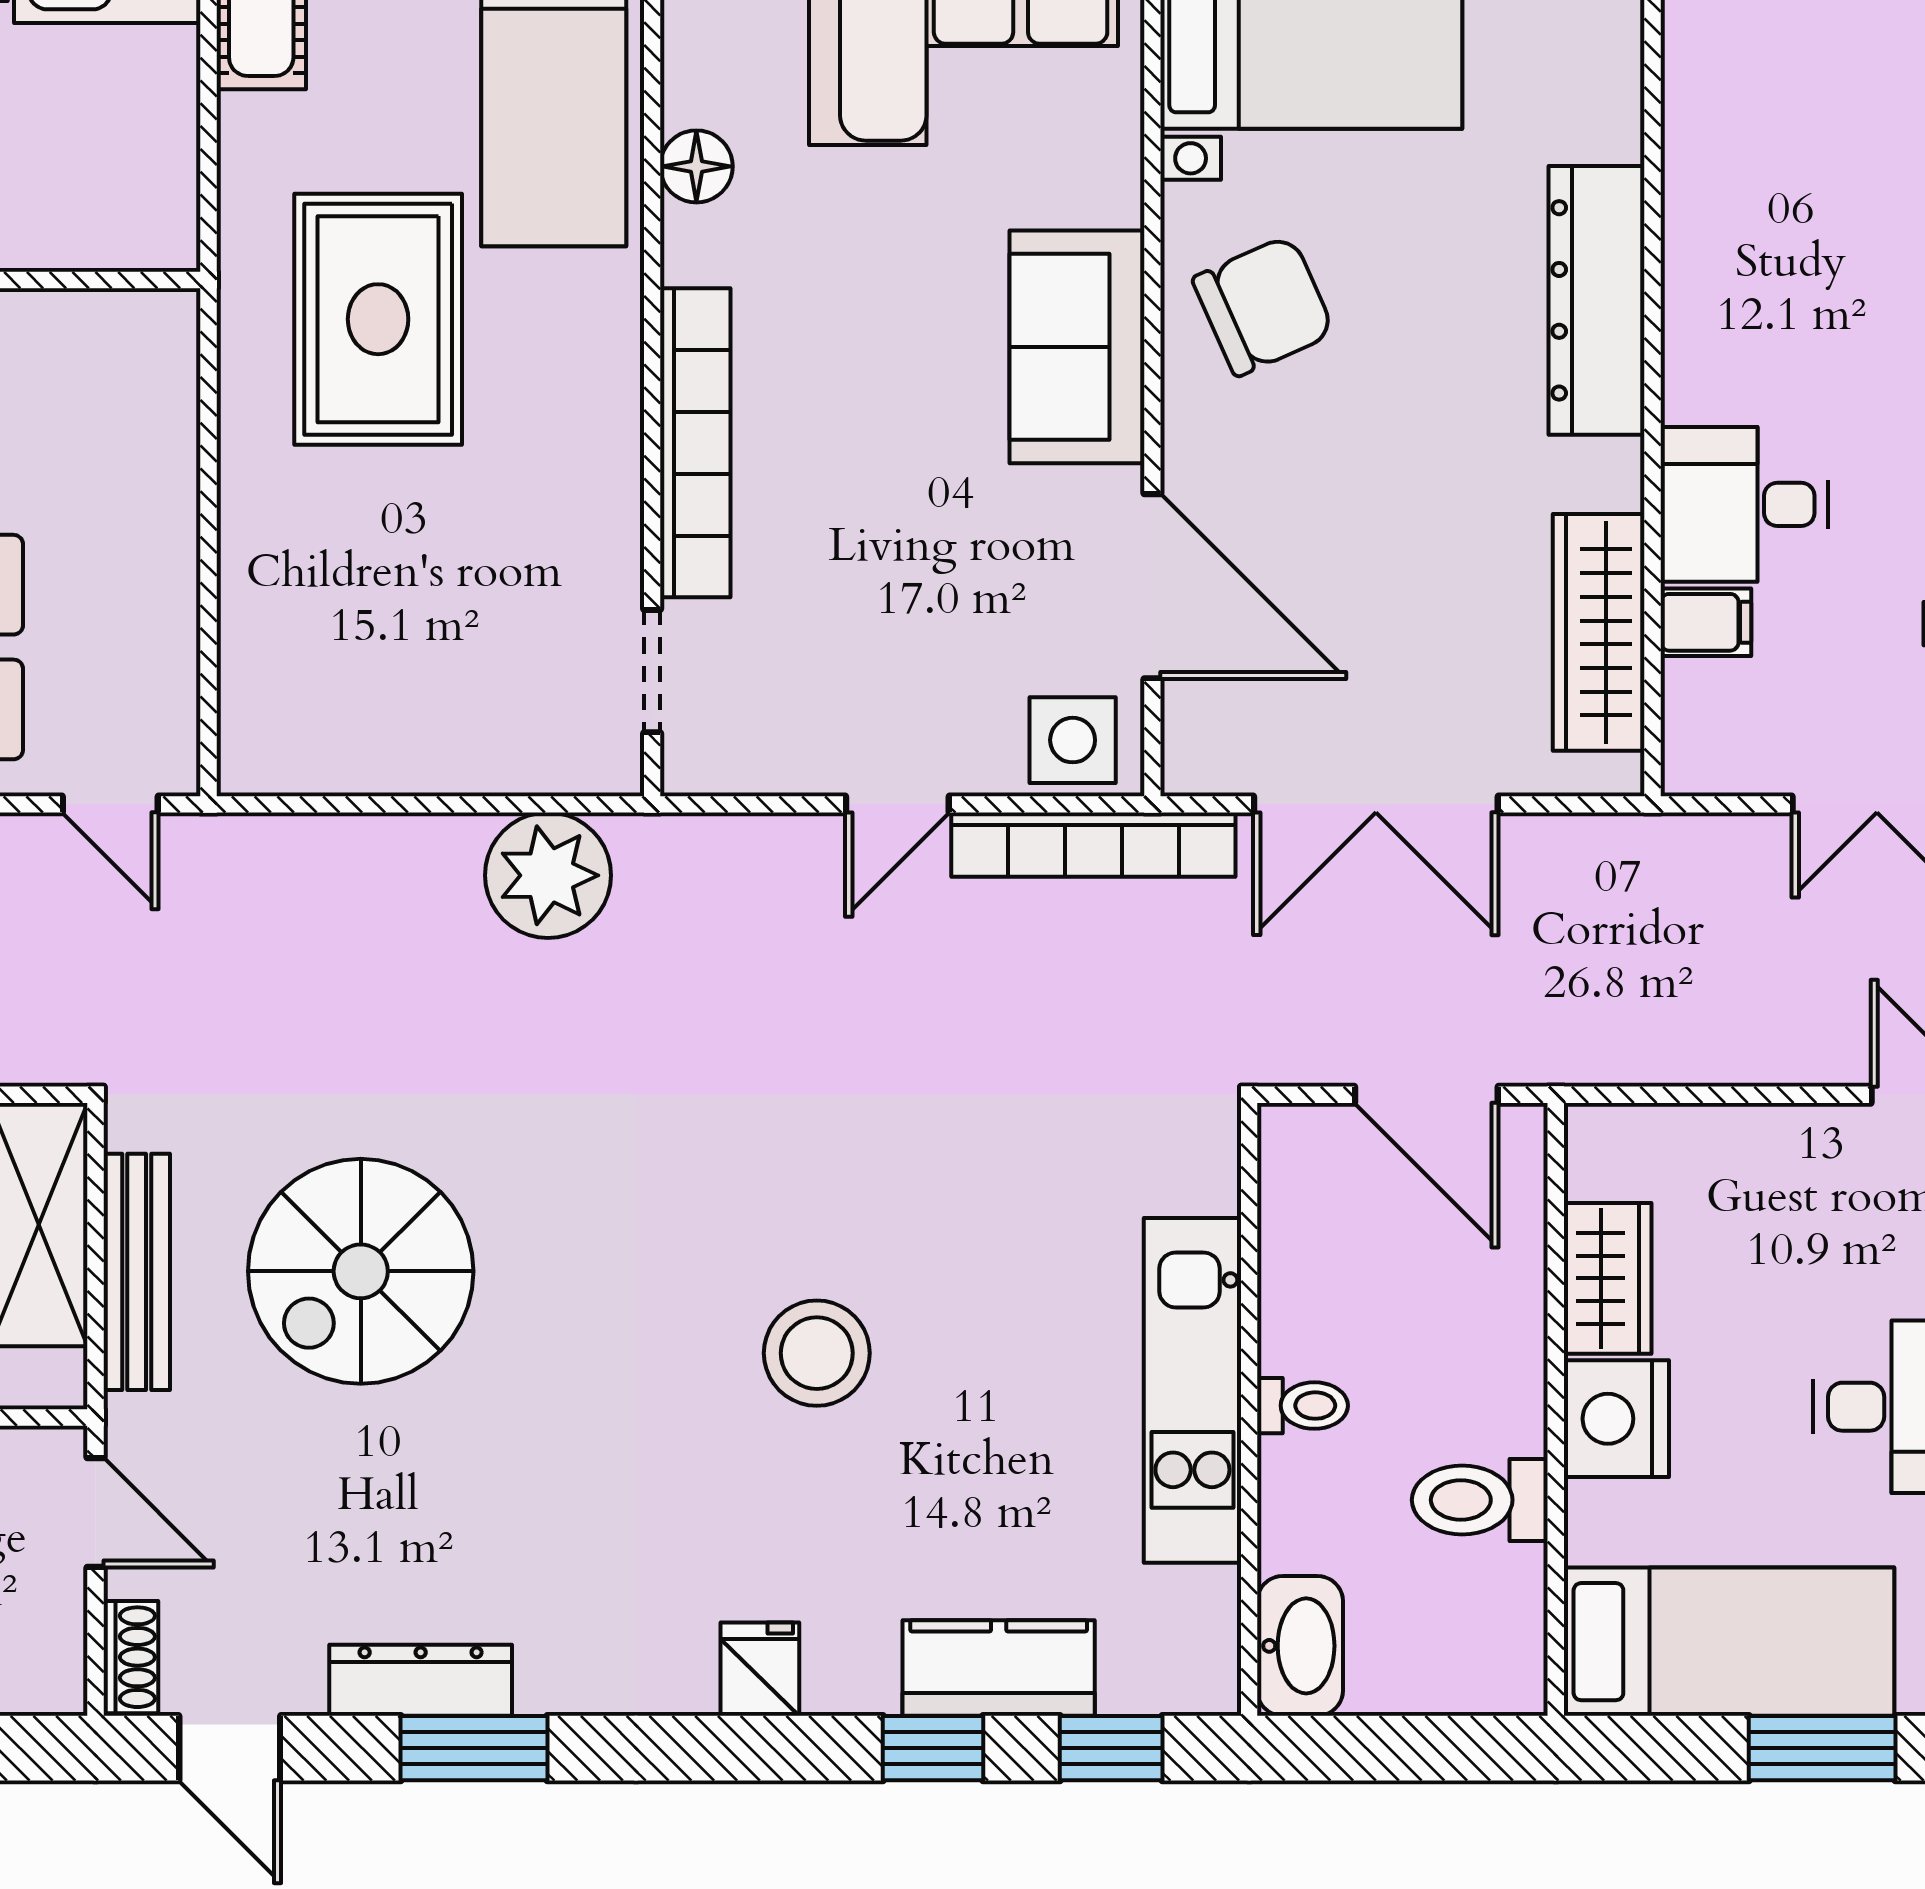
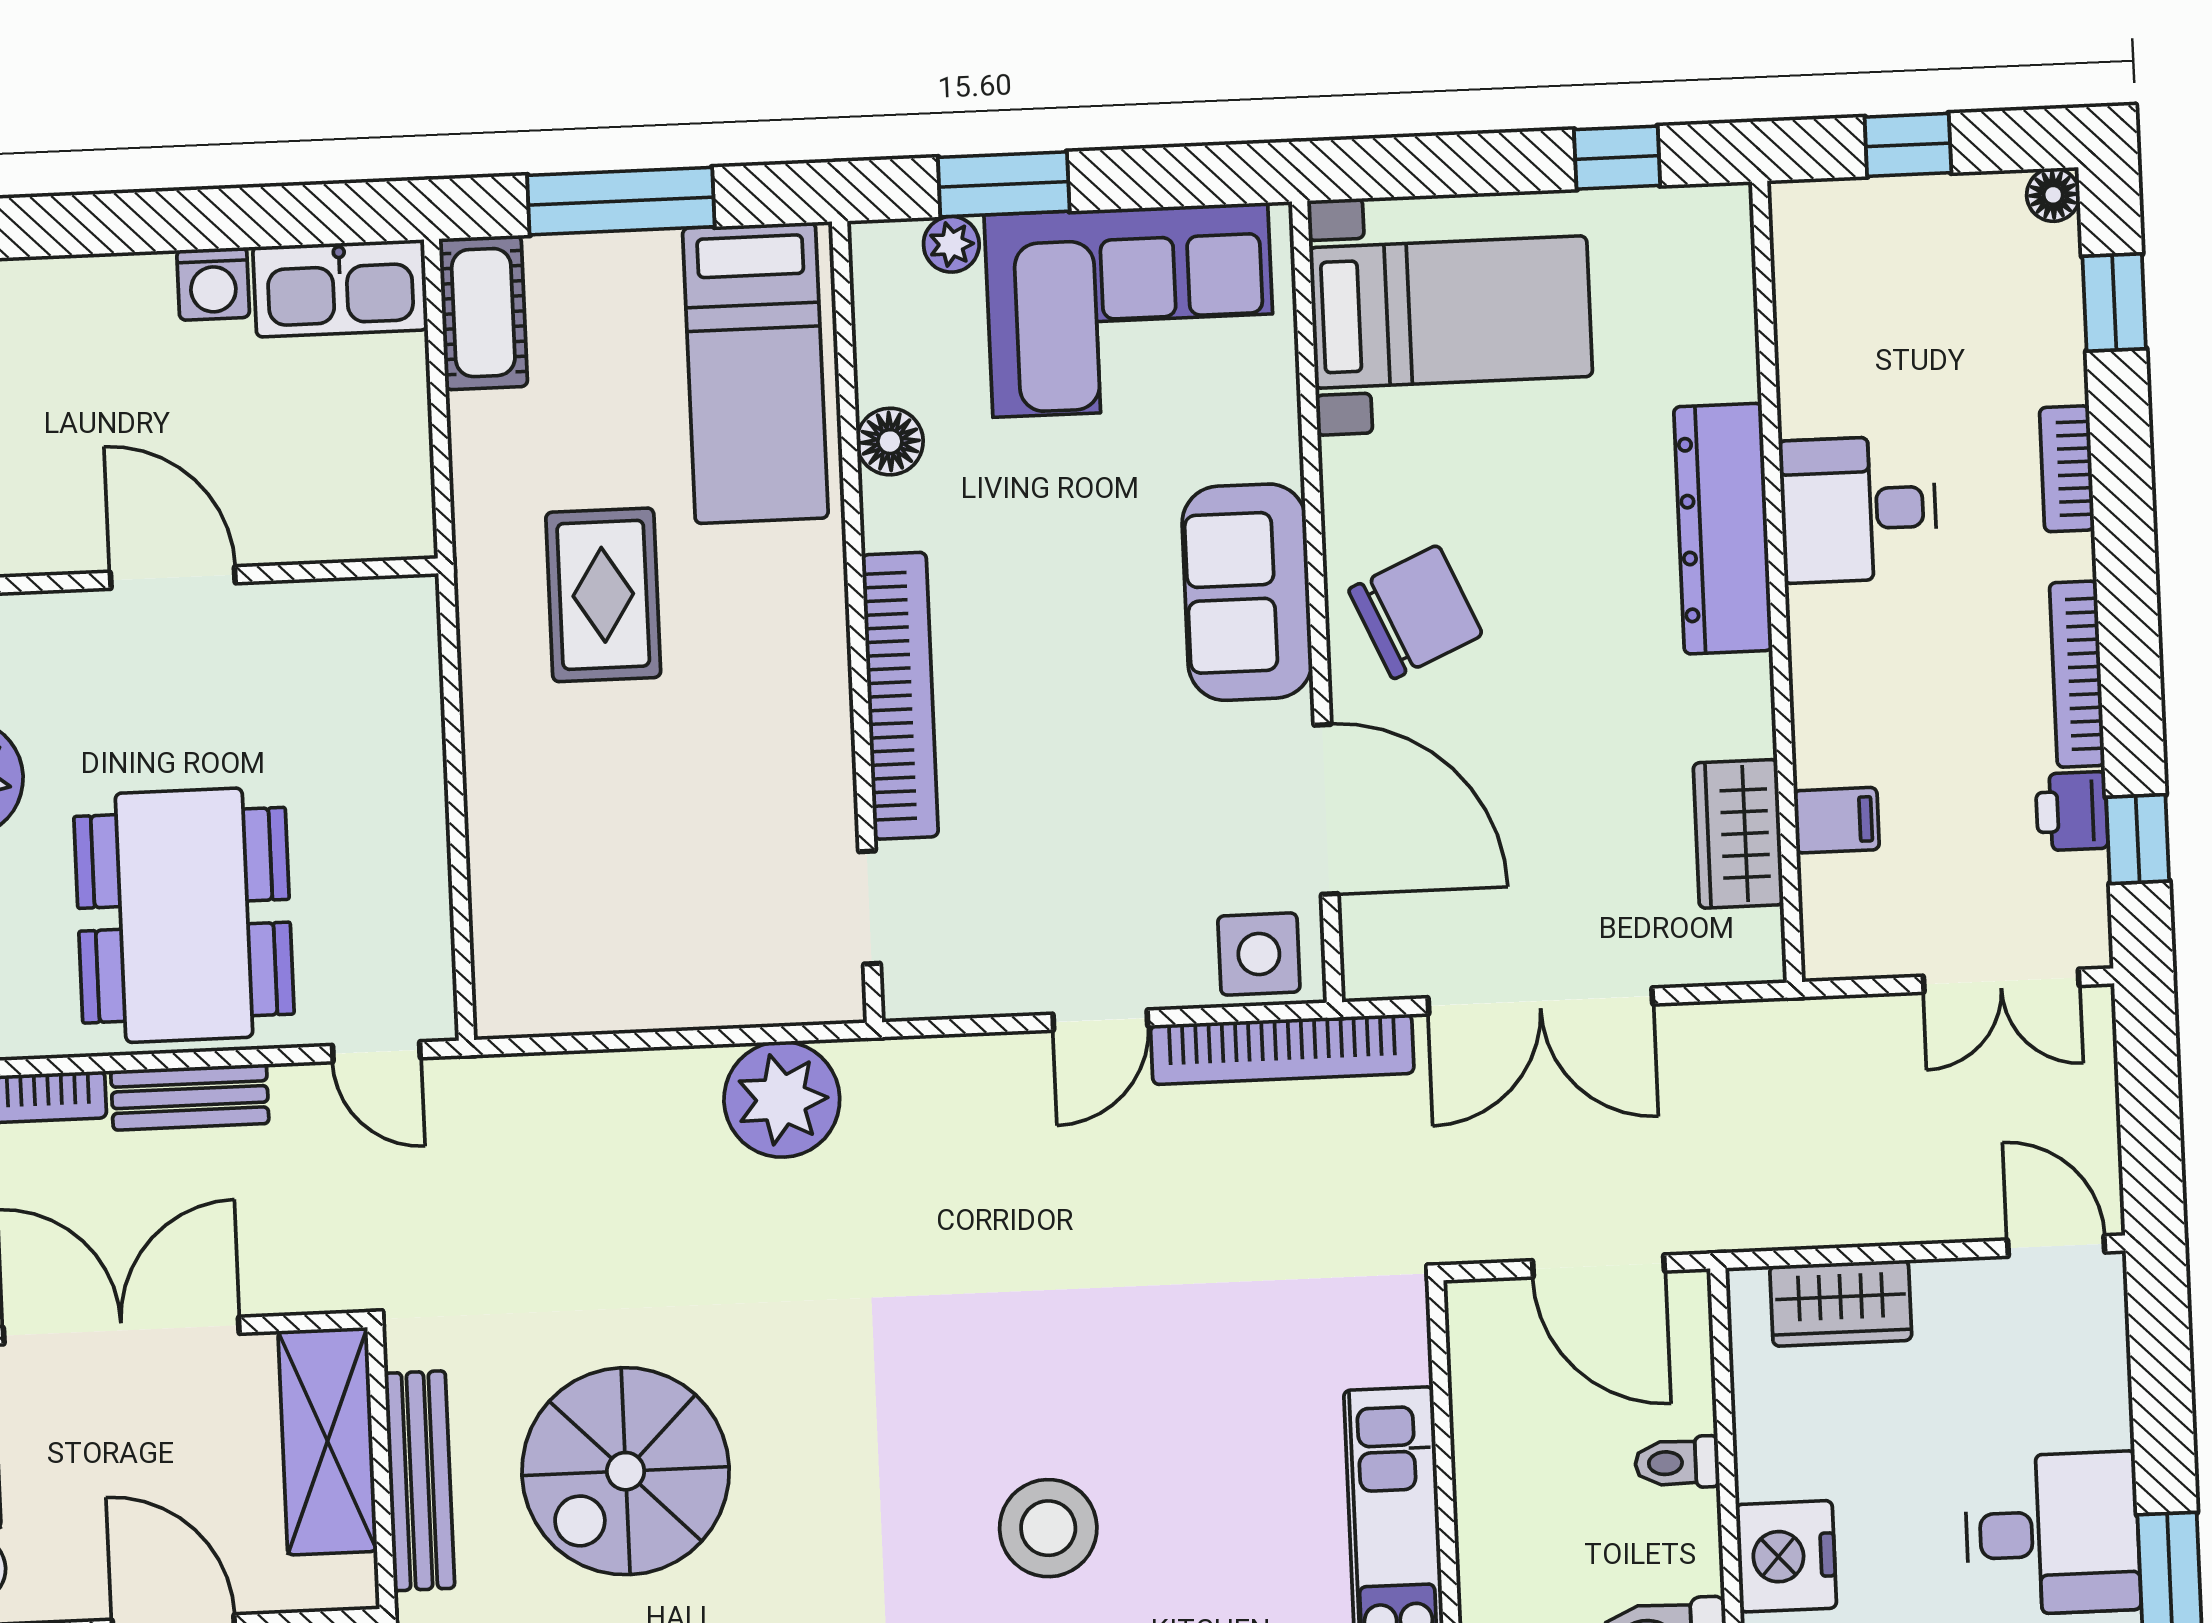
chair: (1263, 306) -> (1415, 612), moved
rug: (378, 319) -> (603, 595), width x0.73, depth x0.70
desk: (1744, 504) -> (1858, 509), moved
wardrobe: (1599, 632) -> (1738, 834), width x0.67
wardrobe: (1608, 1278) -> (1841, 1303), moved, turned 90
toilet: (1303, 1406) -> (1677, 1463), moved, turned 180

